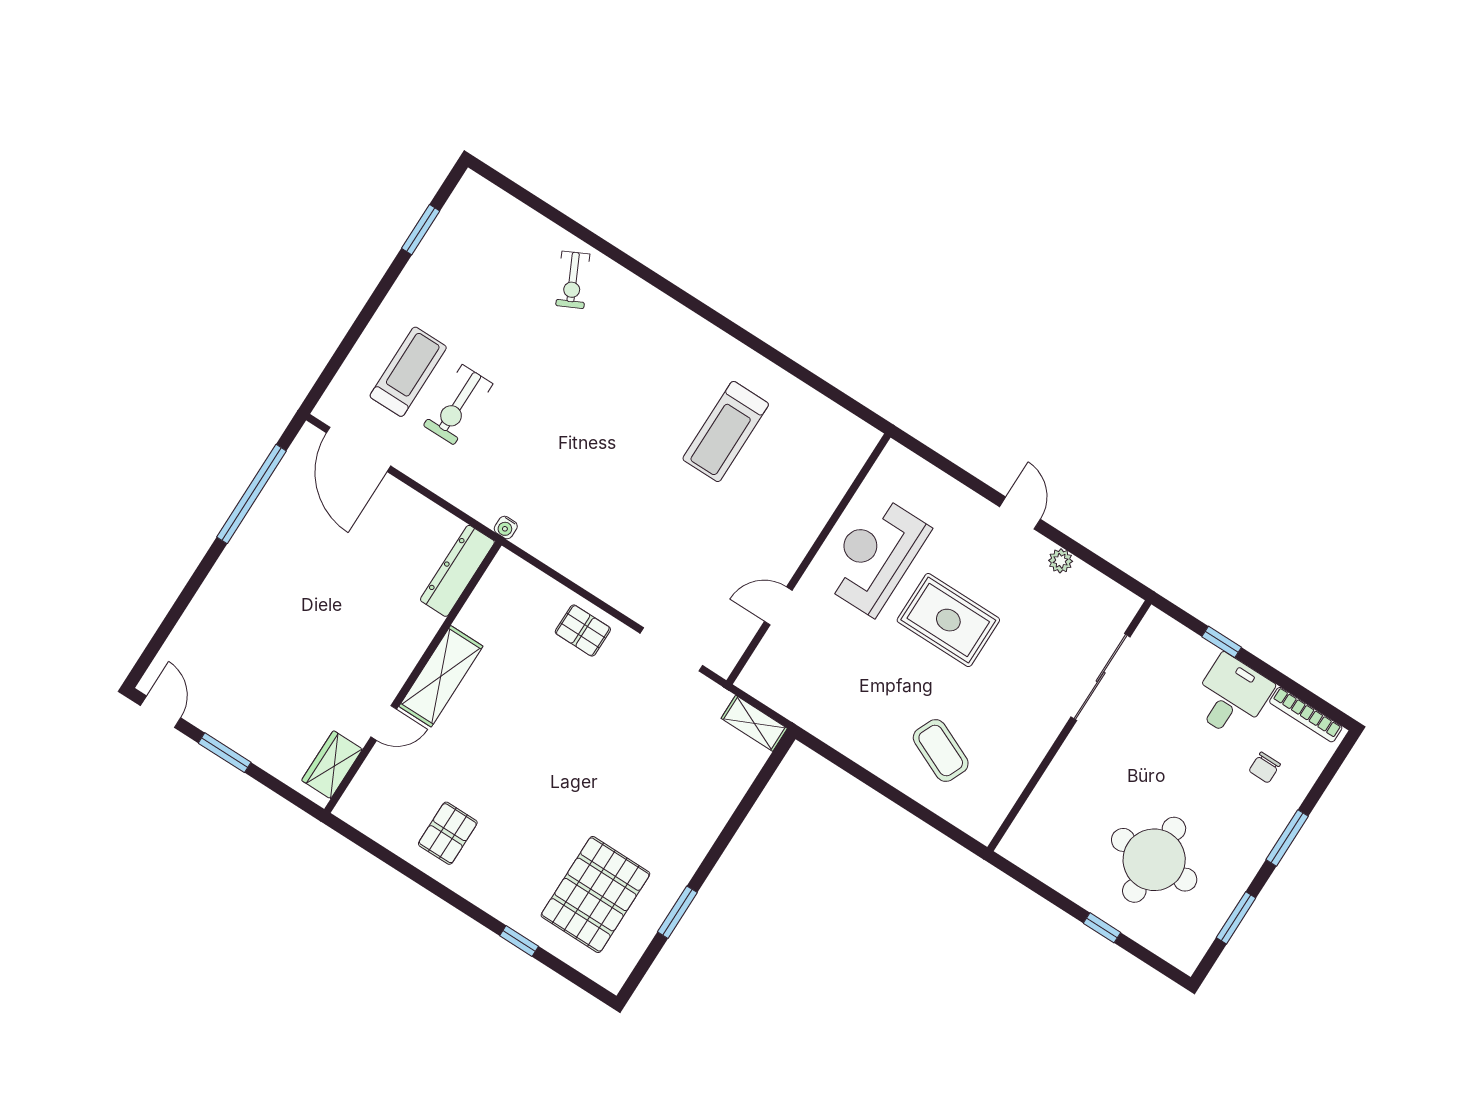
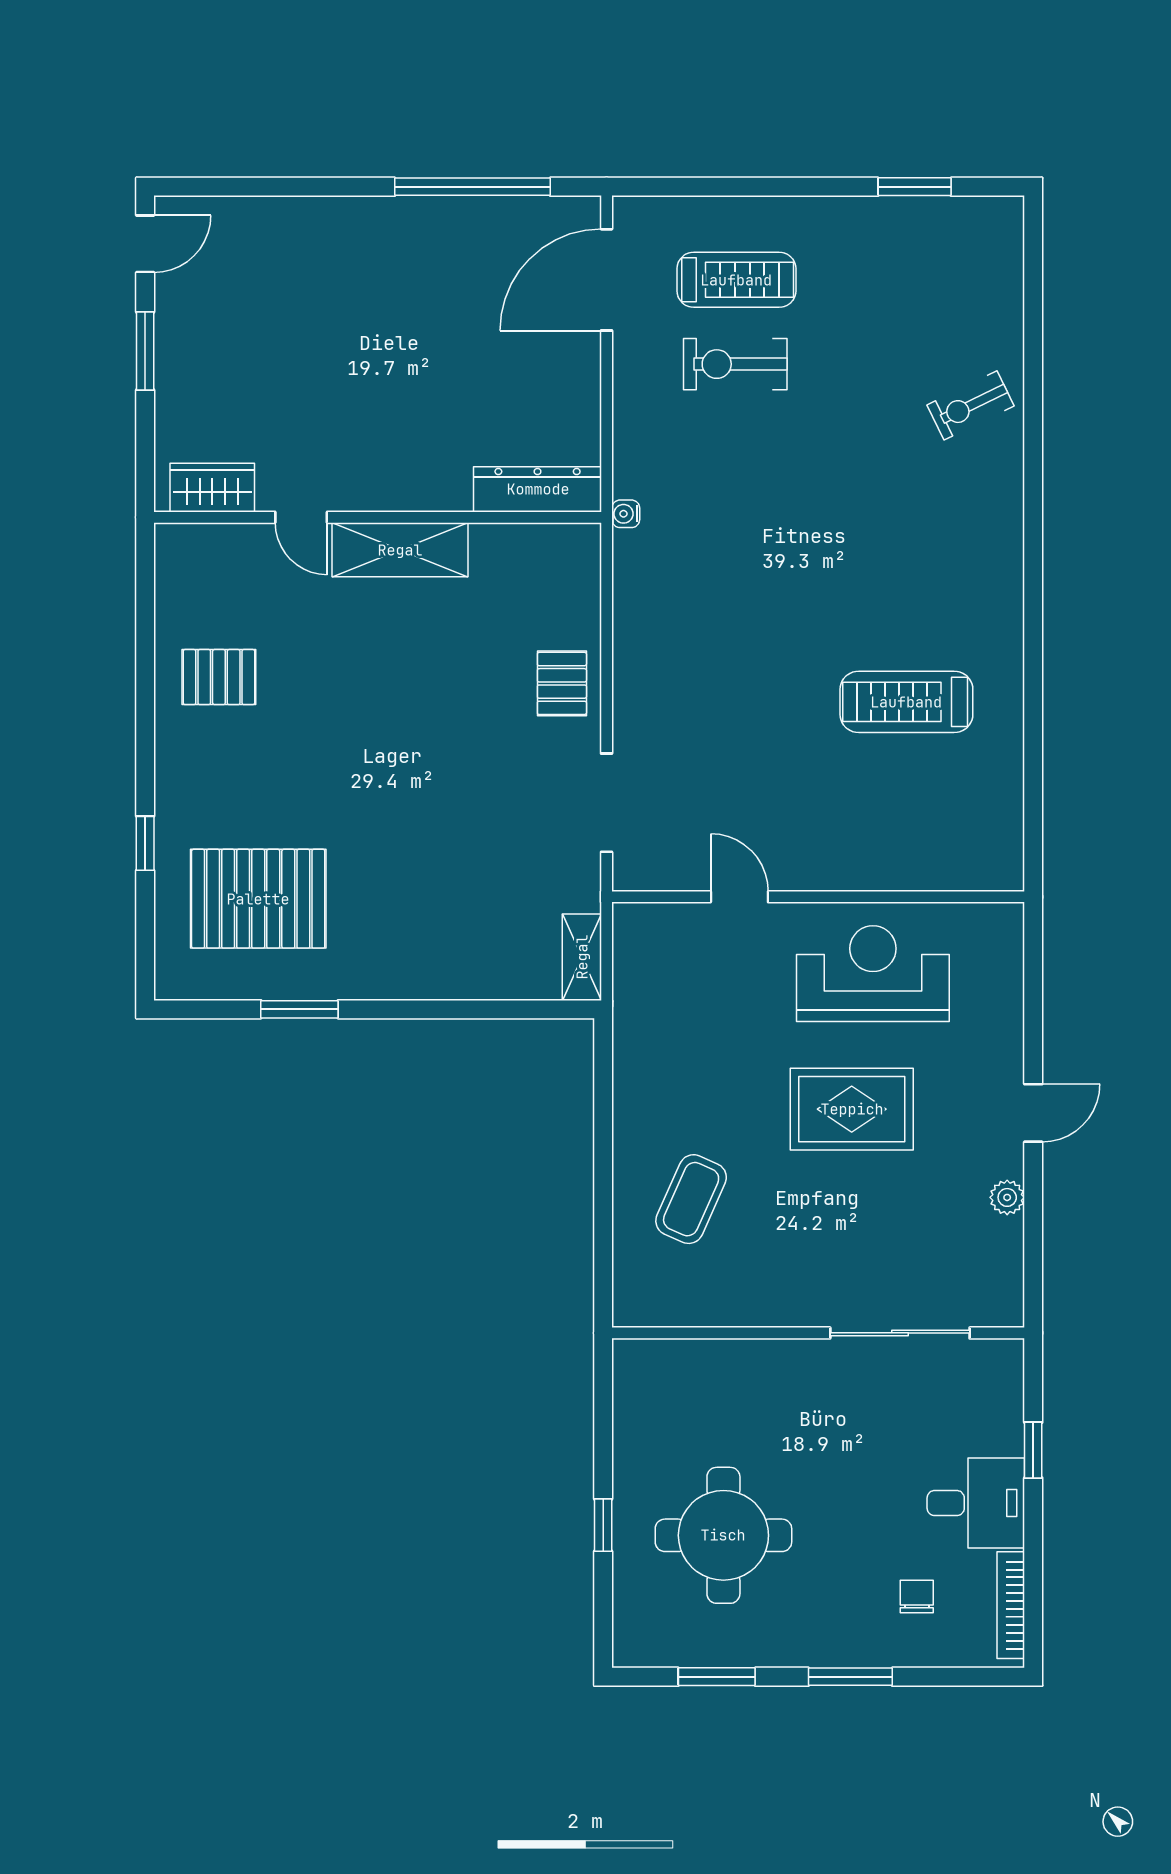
rug: (948, 620) -> (852, 1109), turned 90
chair: (1265, 768) -> (917, 1597), turned 90

